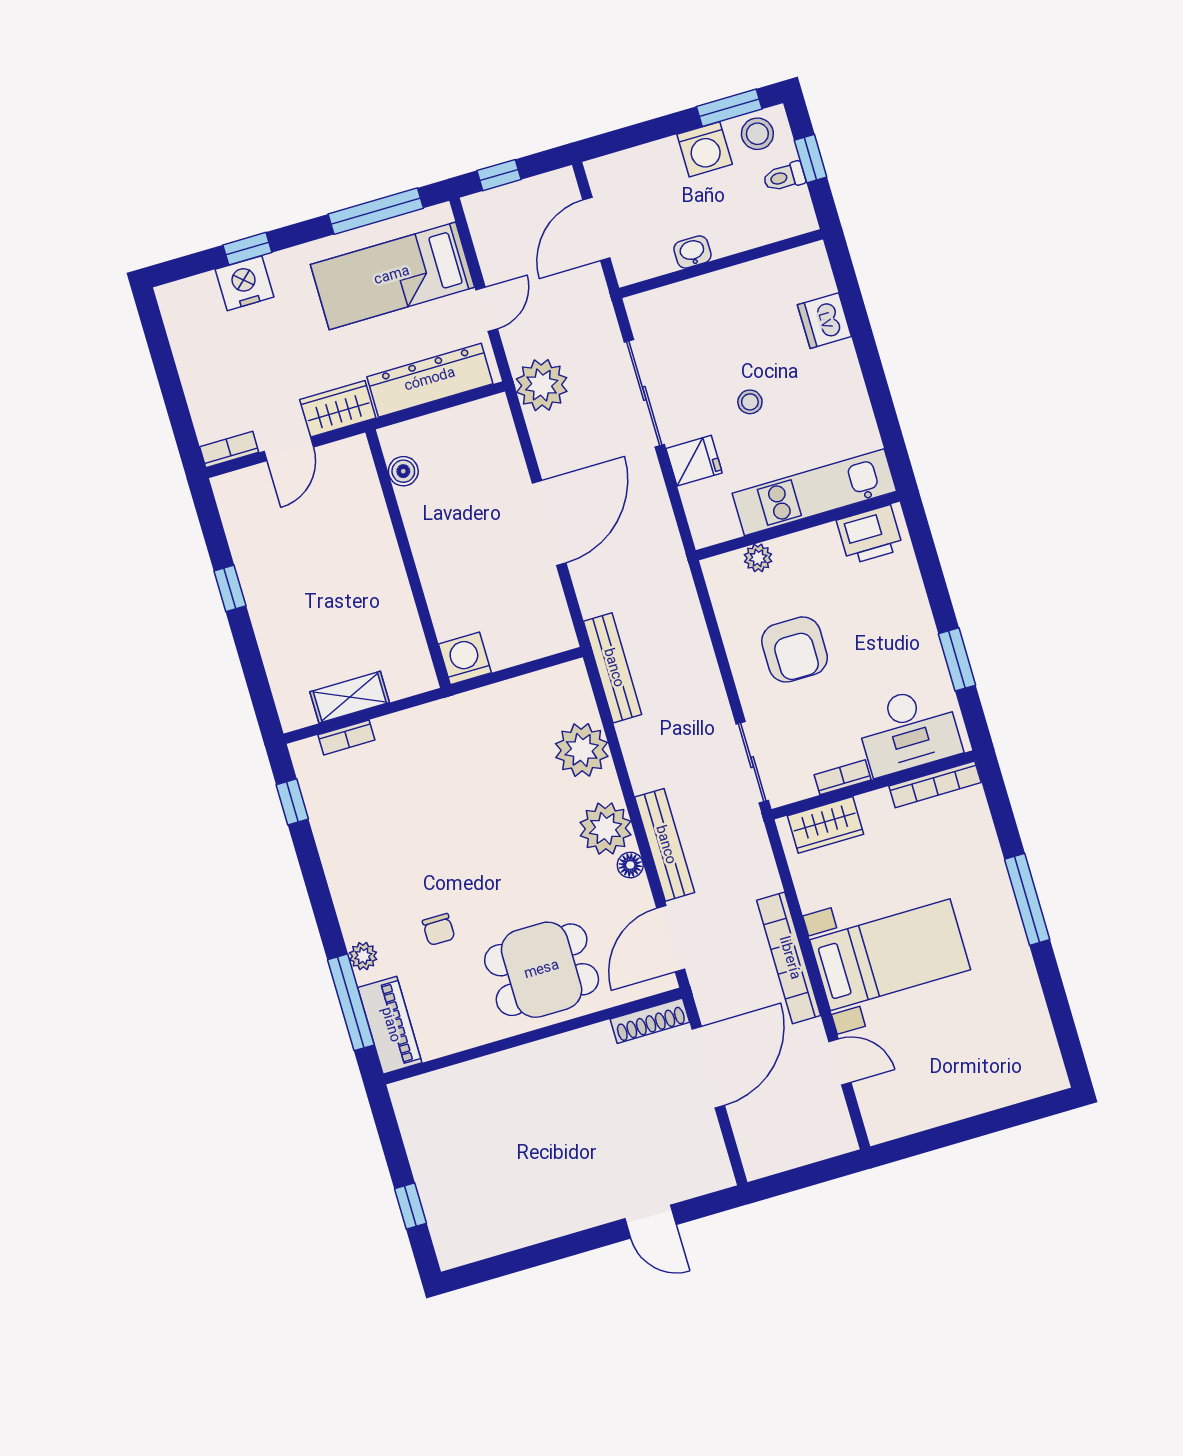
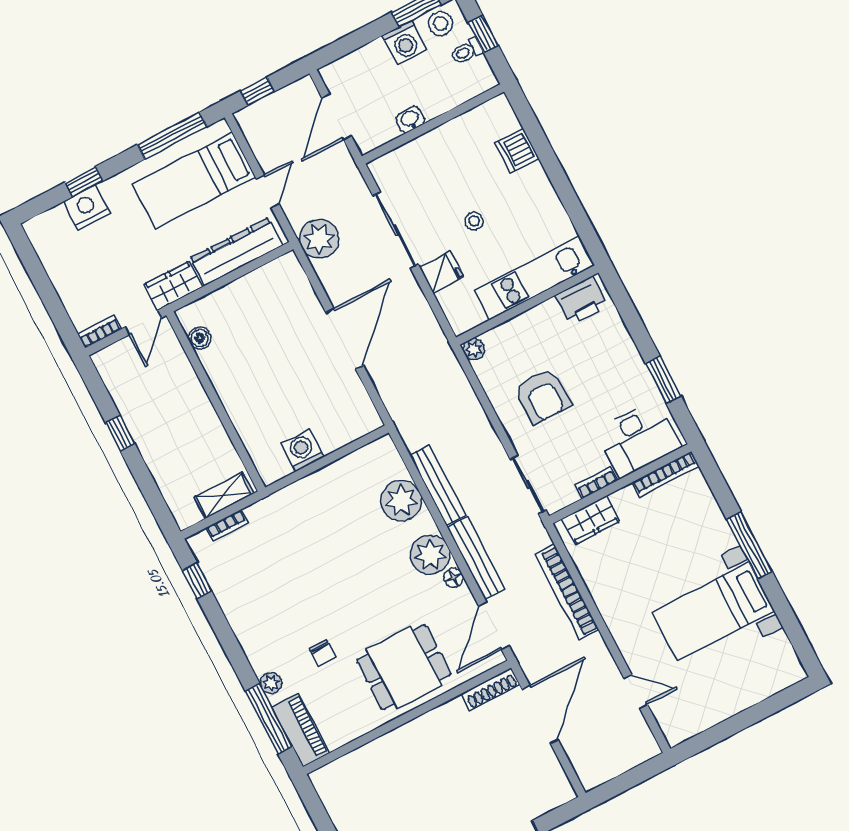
boiler: (403, 471) -> (200, 338), moved
plant: (758, 558) -> (474, 349), moved
wall: (408, 559) -> (216, 401), moved
bench: (613, 668) -> (438, 485), moved
bed with nightstands: (890, 955) -> (713, 611), moved, turned 180
bookcase: (789, 958) -> (567, 592), moved

